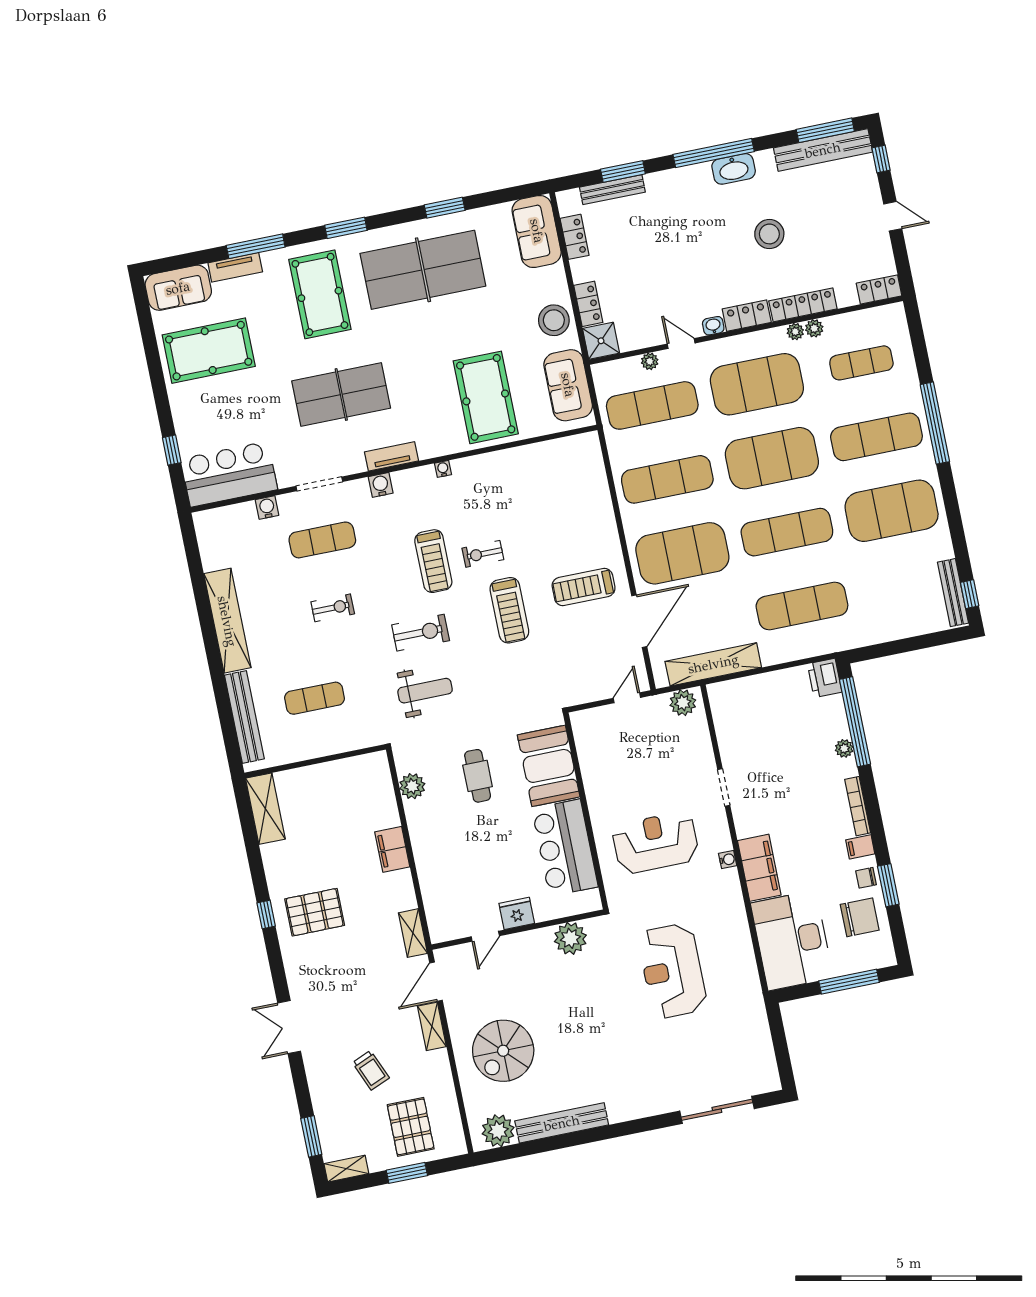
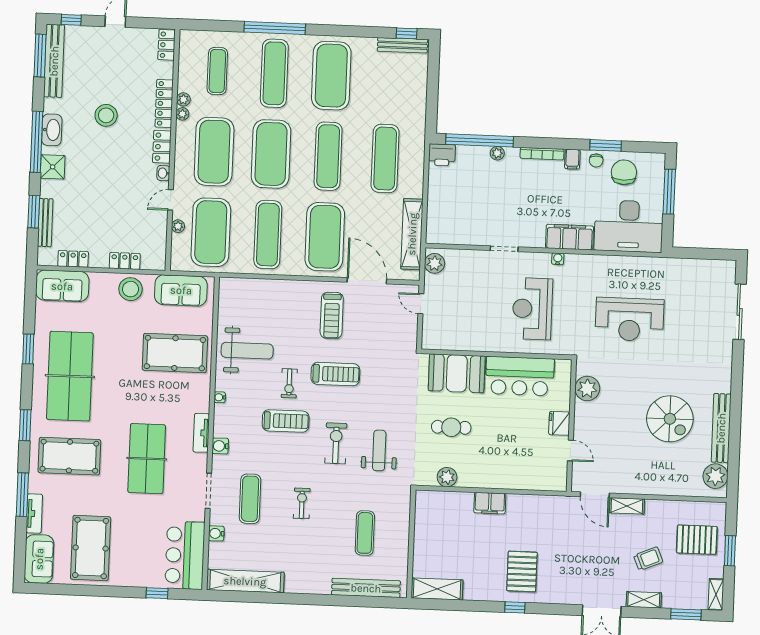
shower: (601, 341) -> (53, 167), moved
exercise mat: (652, 405) -> (211, 232), width x1.47
weight bench: (512, 489) -> (247, 351), added
shelving: (227, 621) -> (245, 581), moved
shelving: (413, 933) -> (644, 600), moved
spiral stairs: (503, 1051) -> (670, 419), moved

